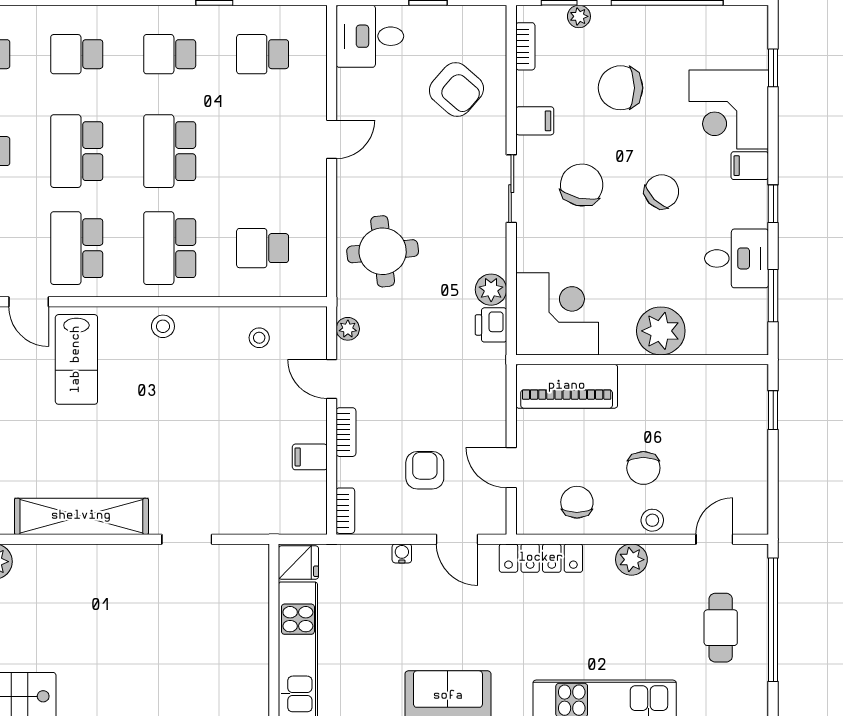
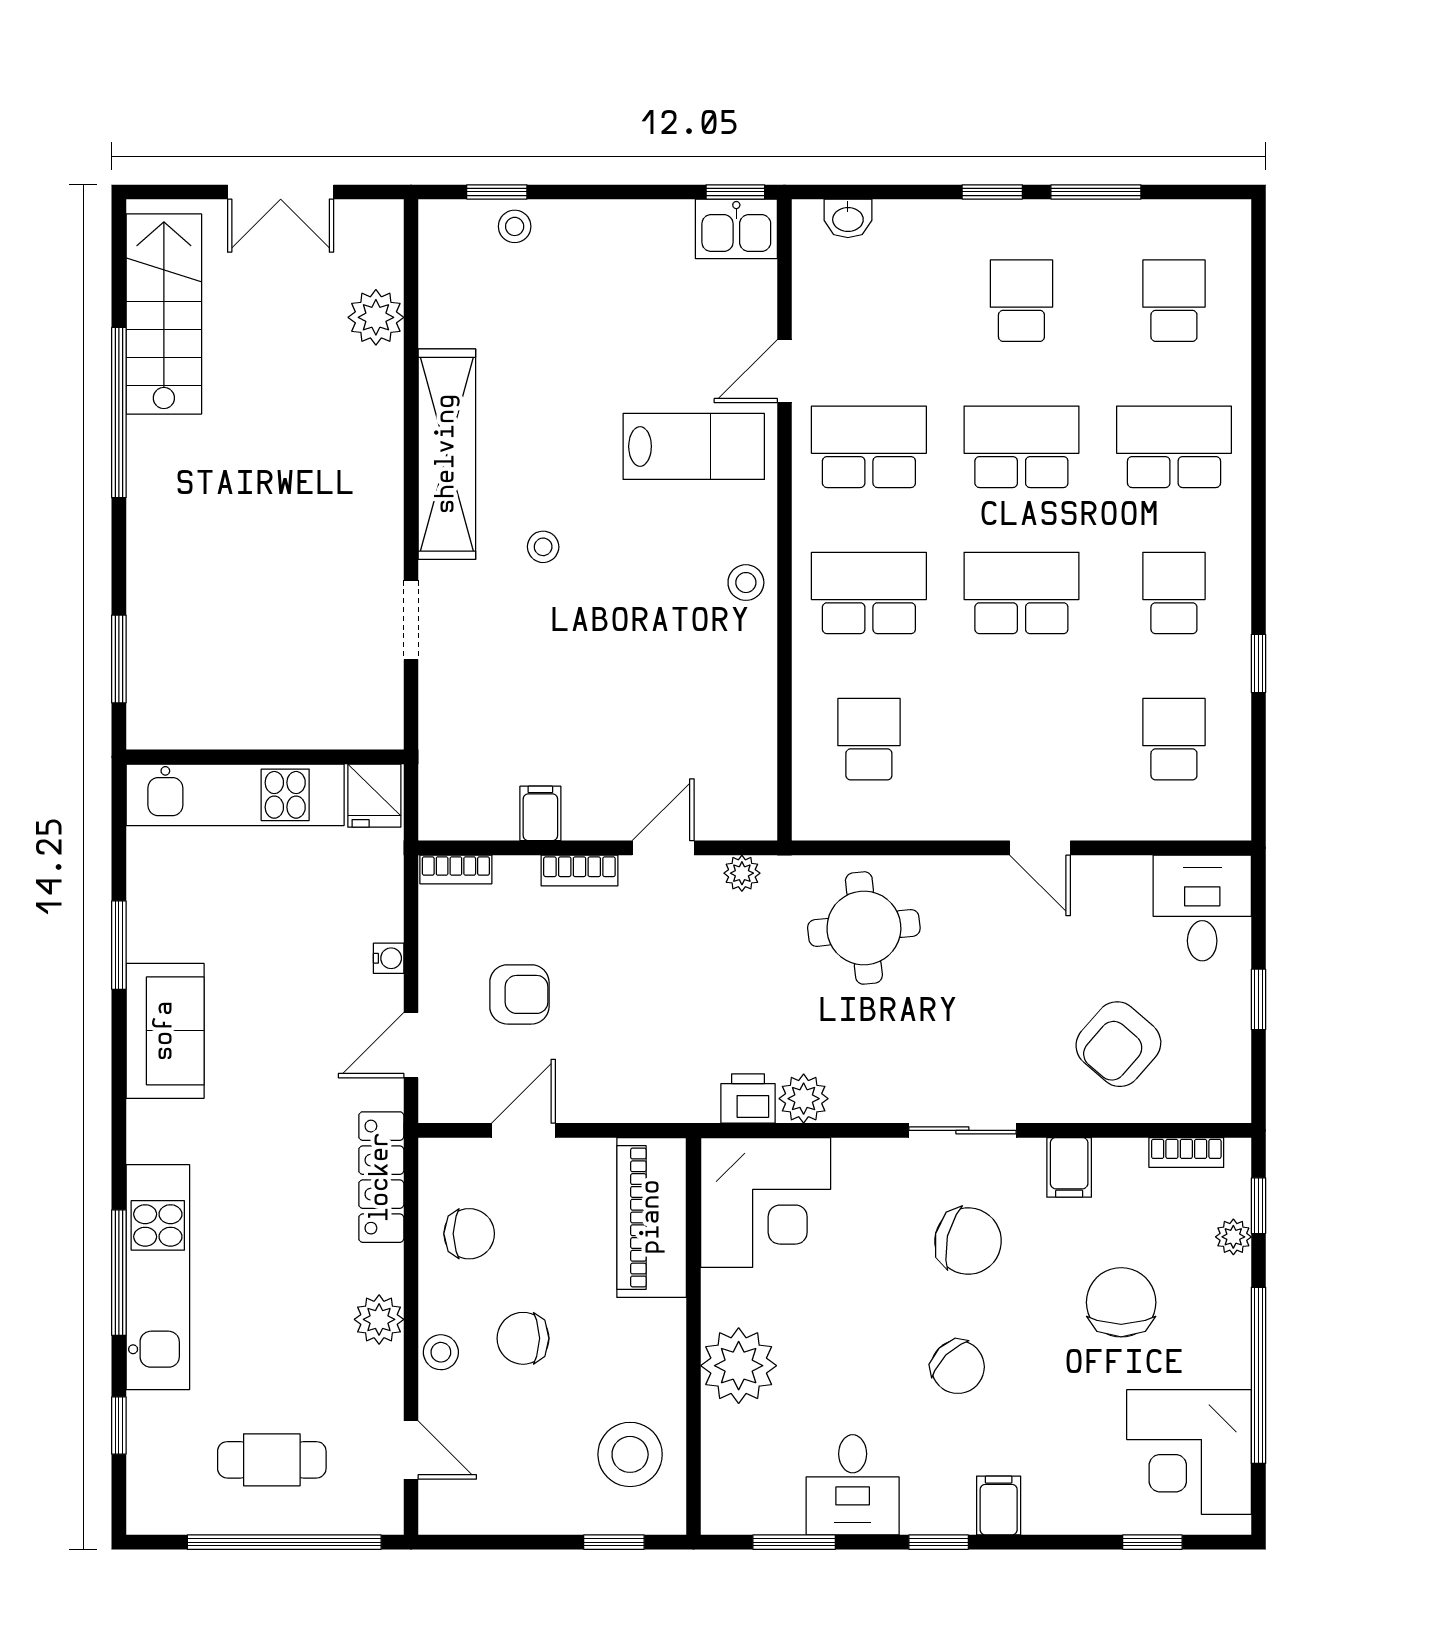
school desk: (77, 54) -> (1174, 447), width x1.85
corner desk: (729, 110) -> (1189, 1452), moved, turned -90
stool: (259, 338) -> (543, 547), moved
lab bench: (76, 359) -> (694, 446), turned 180
stool: (717, 400) -> (630, 1454), added

